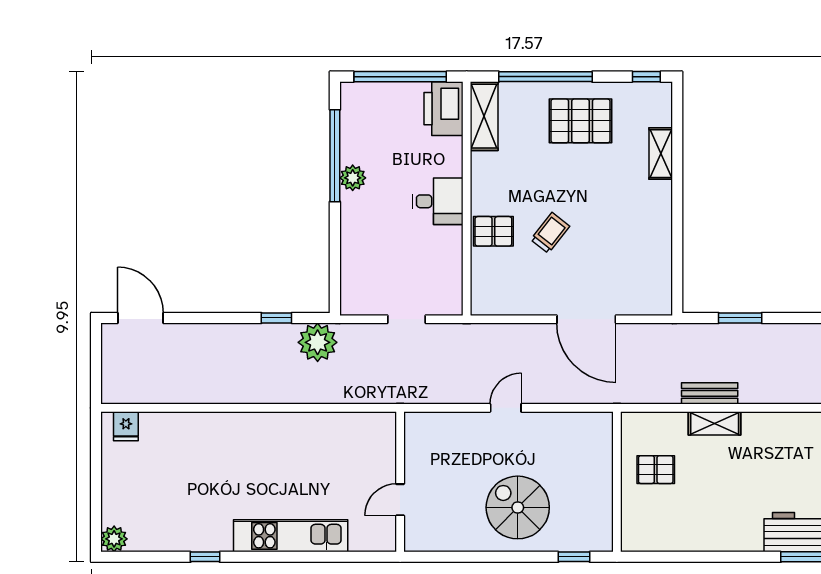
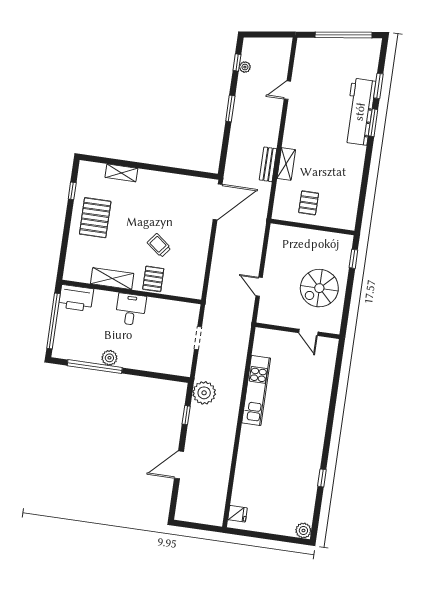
window: (546, 77) -> (66, 235), removed
window: (646, 77) -> (72, 191), moved
shelving: (484, 116) -> (112, 279), moved
door: (140, 318) -> (179, 465), moved
window: (740, 318) -> (230, 109), moved
door: (586, 319) -> (218, 202), moved
wall: (400, 482) -> (298, 331), moved
door: (400, 500) -> (308, 332), moved
kitchen unit: (291, 536) -> (256, 390), moved, turned 180

